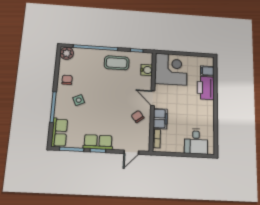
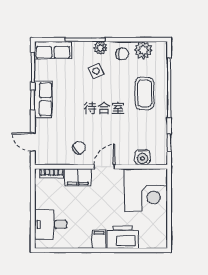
plant: (67, 53) -> (143, 50), moved
coffee table: (117, 63) -> (145, 93), moved
filing cabinet: (207, 71) -> (99, 239), moved
plant: (61, 96) -> (100, 48), added

